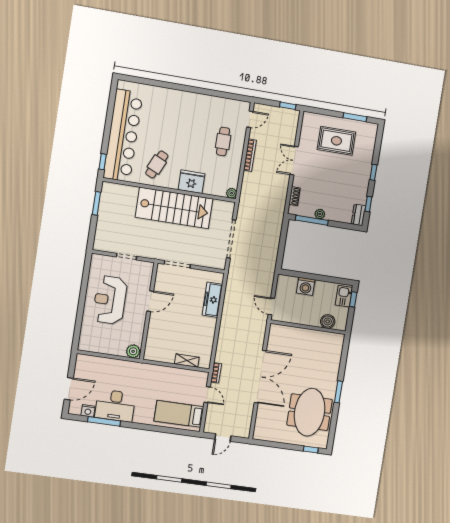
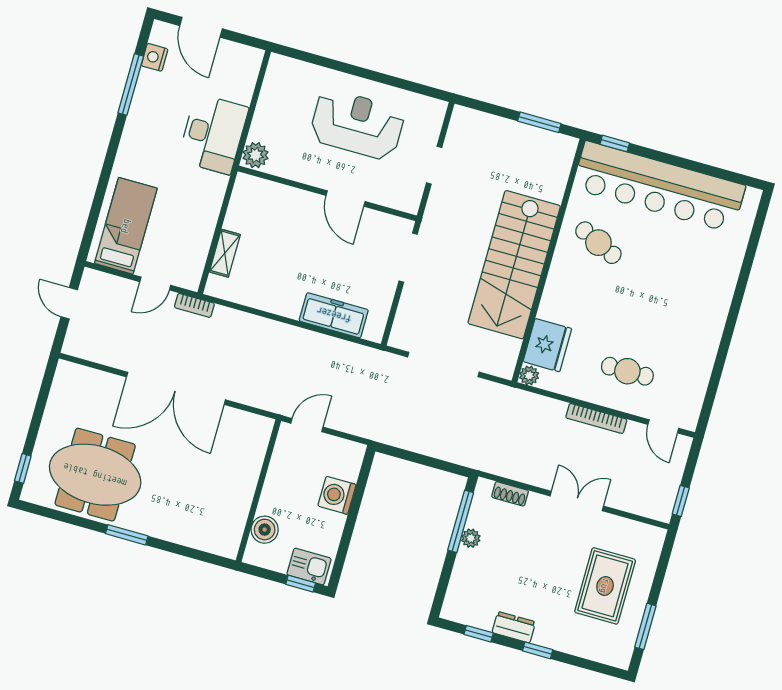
fridge: (192, 182) -> (547, 345), moved
dresser: (358, 215) -> (514, 627), moved
desk: (115, 406) -> (213, 134), moved, turned 180

